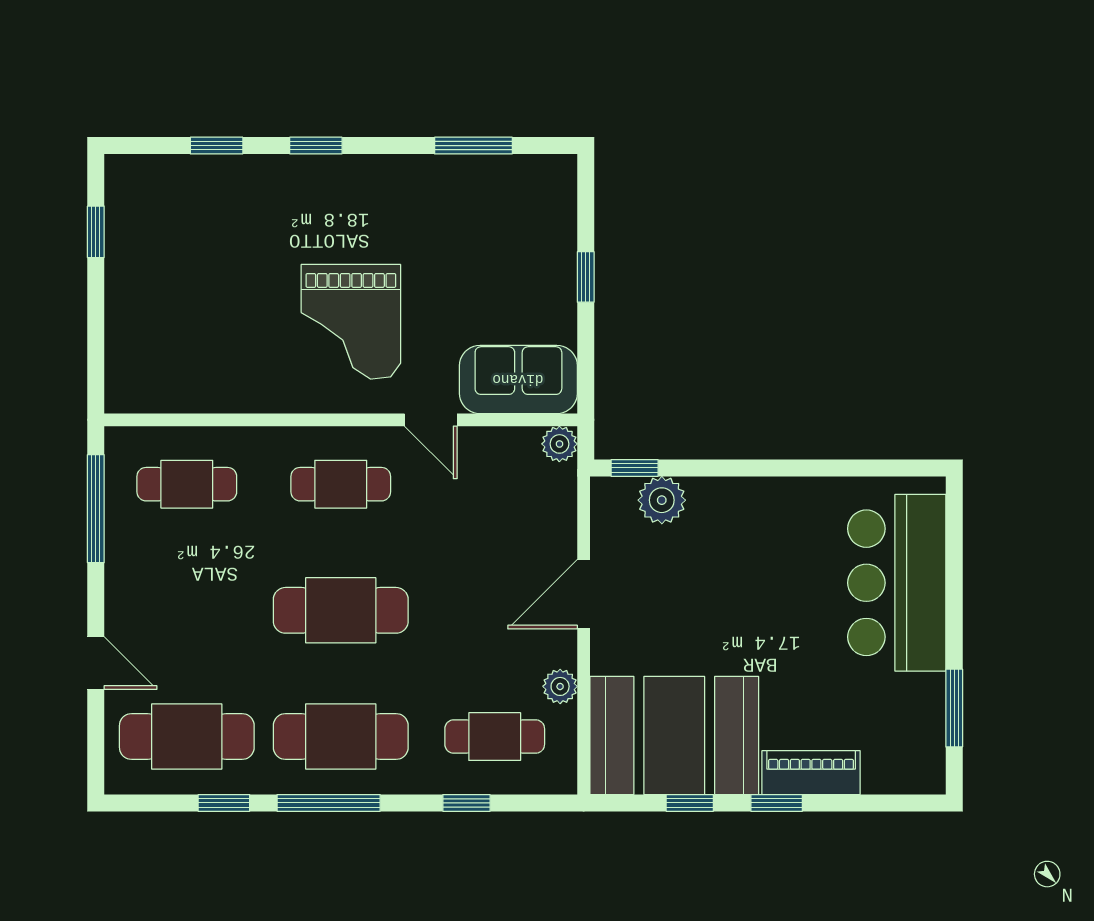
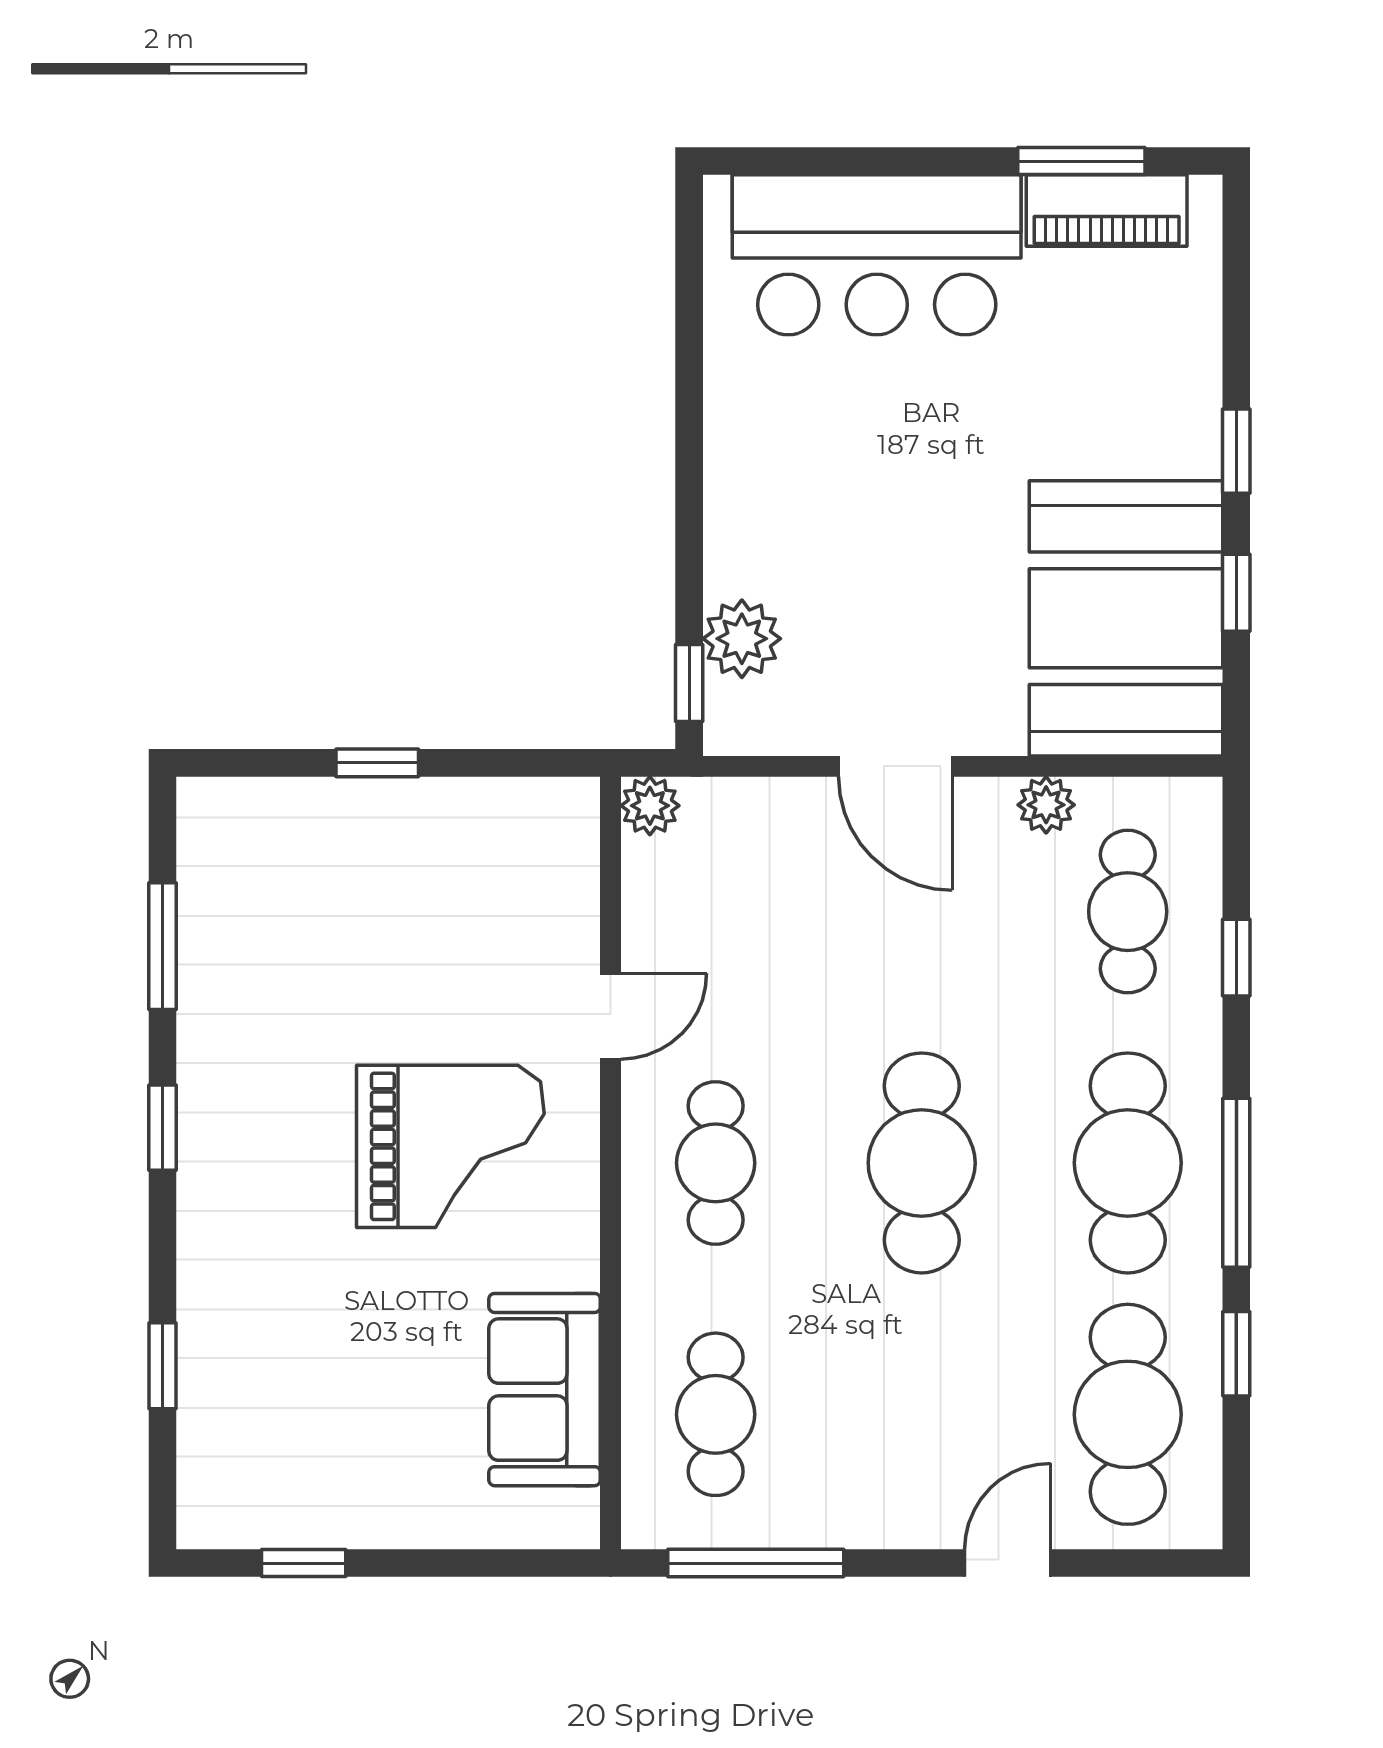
window: (316, 146) -> (163, 1128), moved
sofa: (518, 379) -> (545, 1390), moved
piano: (811, 773) -> (1107, 211), moved, turned -90

